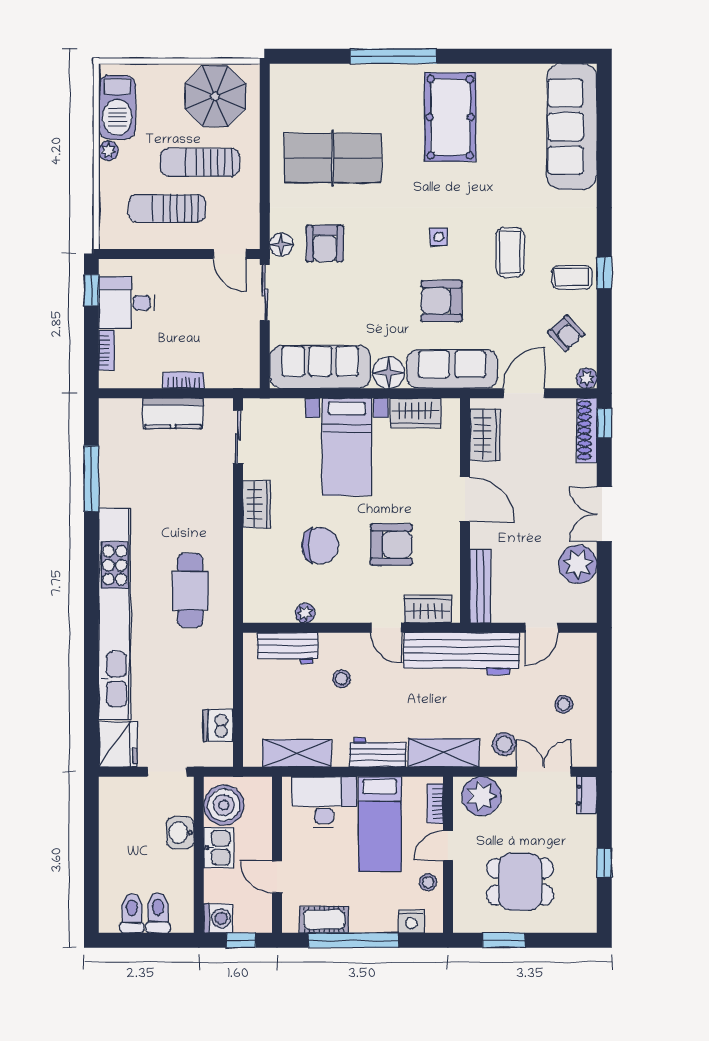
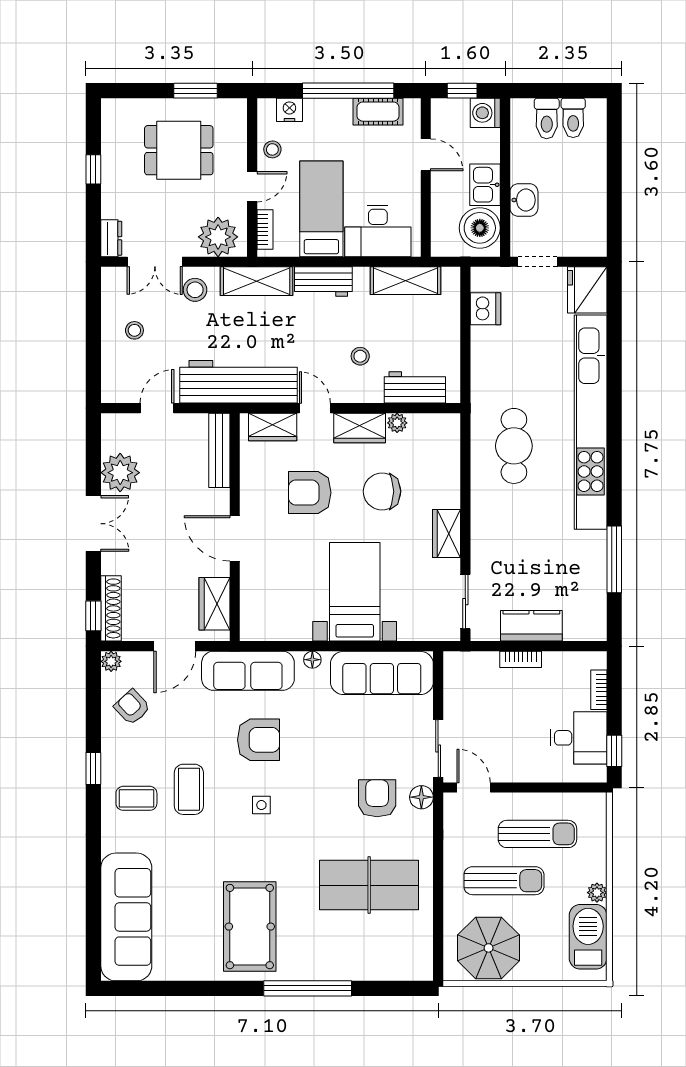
coffee table: (572, 277) -> (136, 798), moved
floor lamp: (389, 372) -> (312, 660), width x0.53, depth x0.53
wardrobe: (415, 413) -> (360, 428), moved, turned 180

